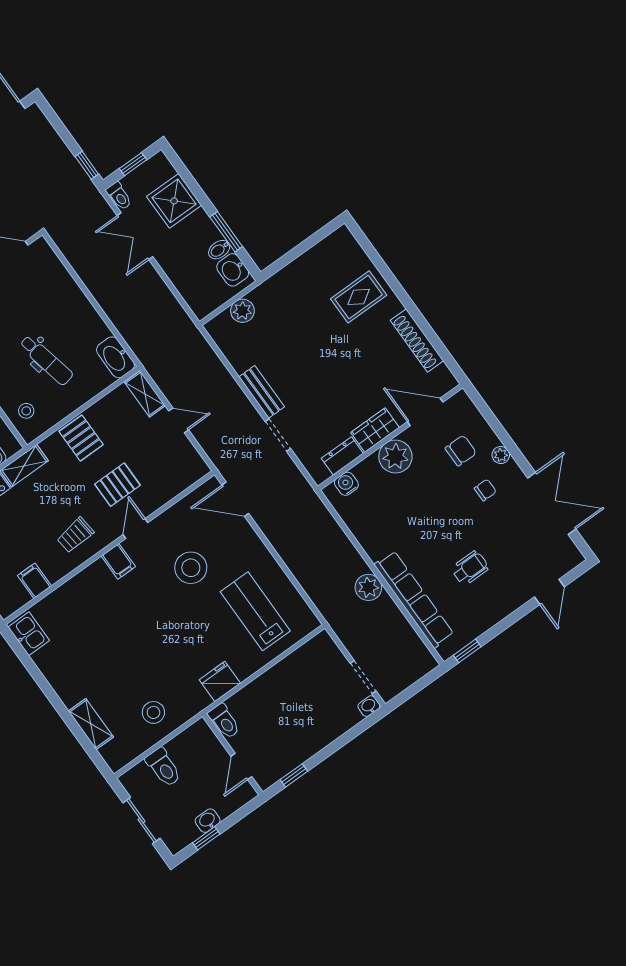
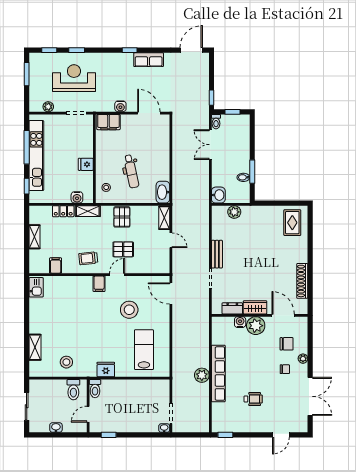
shower: (174, 201) -> (239, 141), removed
washbasin: (233, 270) -> (218, 195), moved, turned 180
rug: (359, 297) -> (292, 223), moved, turned 90
water cooler: (346, 484) -> (240, 322), moved
row of seats: (414, 599) -> (218, 374), moved
toilet: (163, 767) -> (73, 390), moved
window: (206, 838) -> (50, 435), removed

